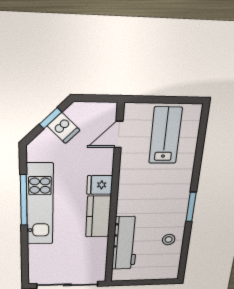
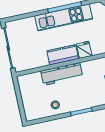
workbench: (125, 243) -> (62, 74), moved

